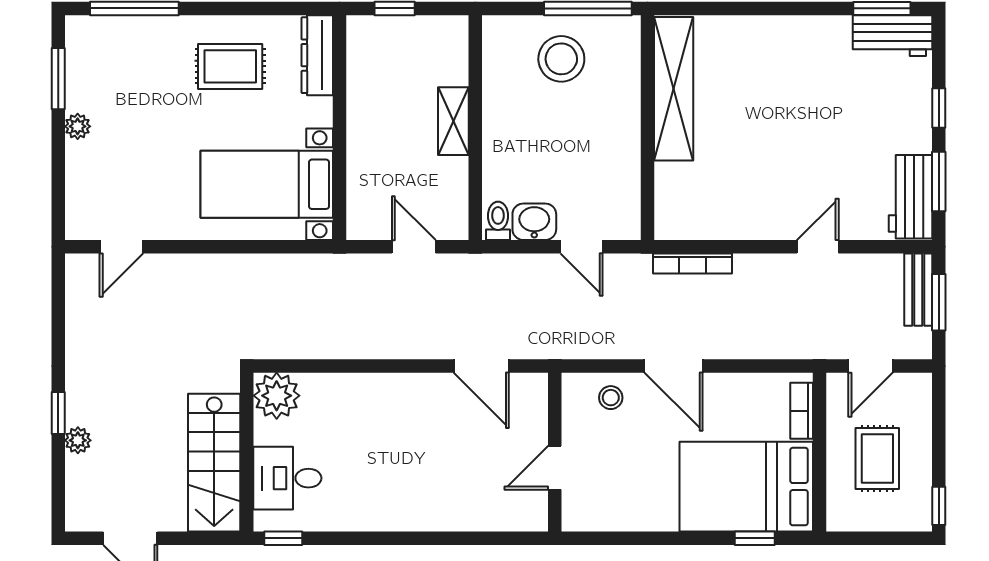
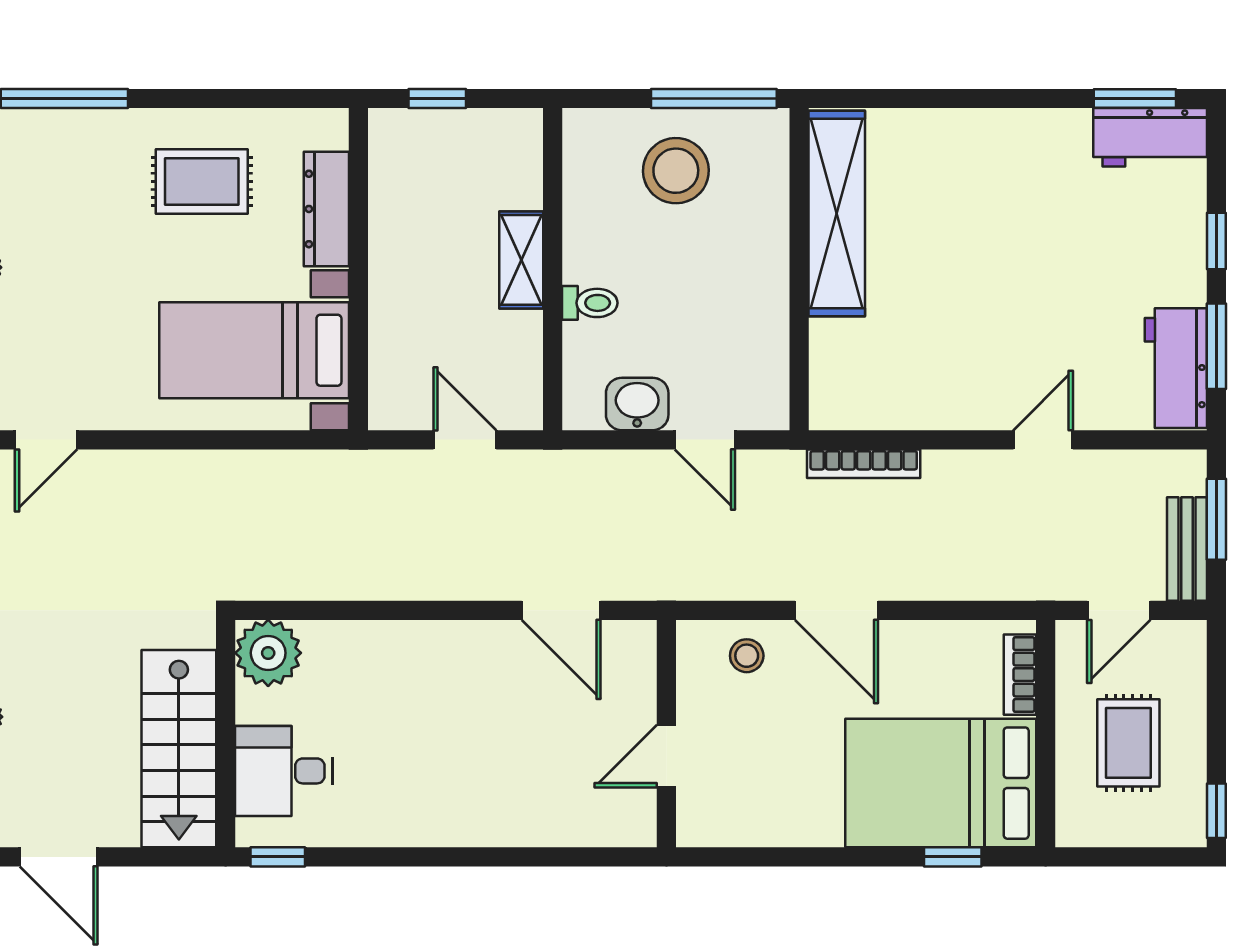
dresser: (317, 55) -> (326, 209), moved
toilet: (498, 221) -> (590, 303), moved, turned 90
bench: (918, 290) -> (1187, 549), moved

